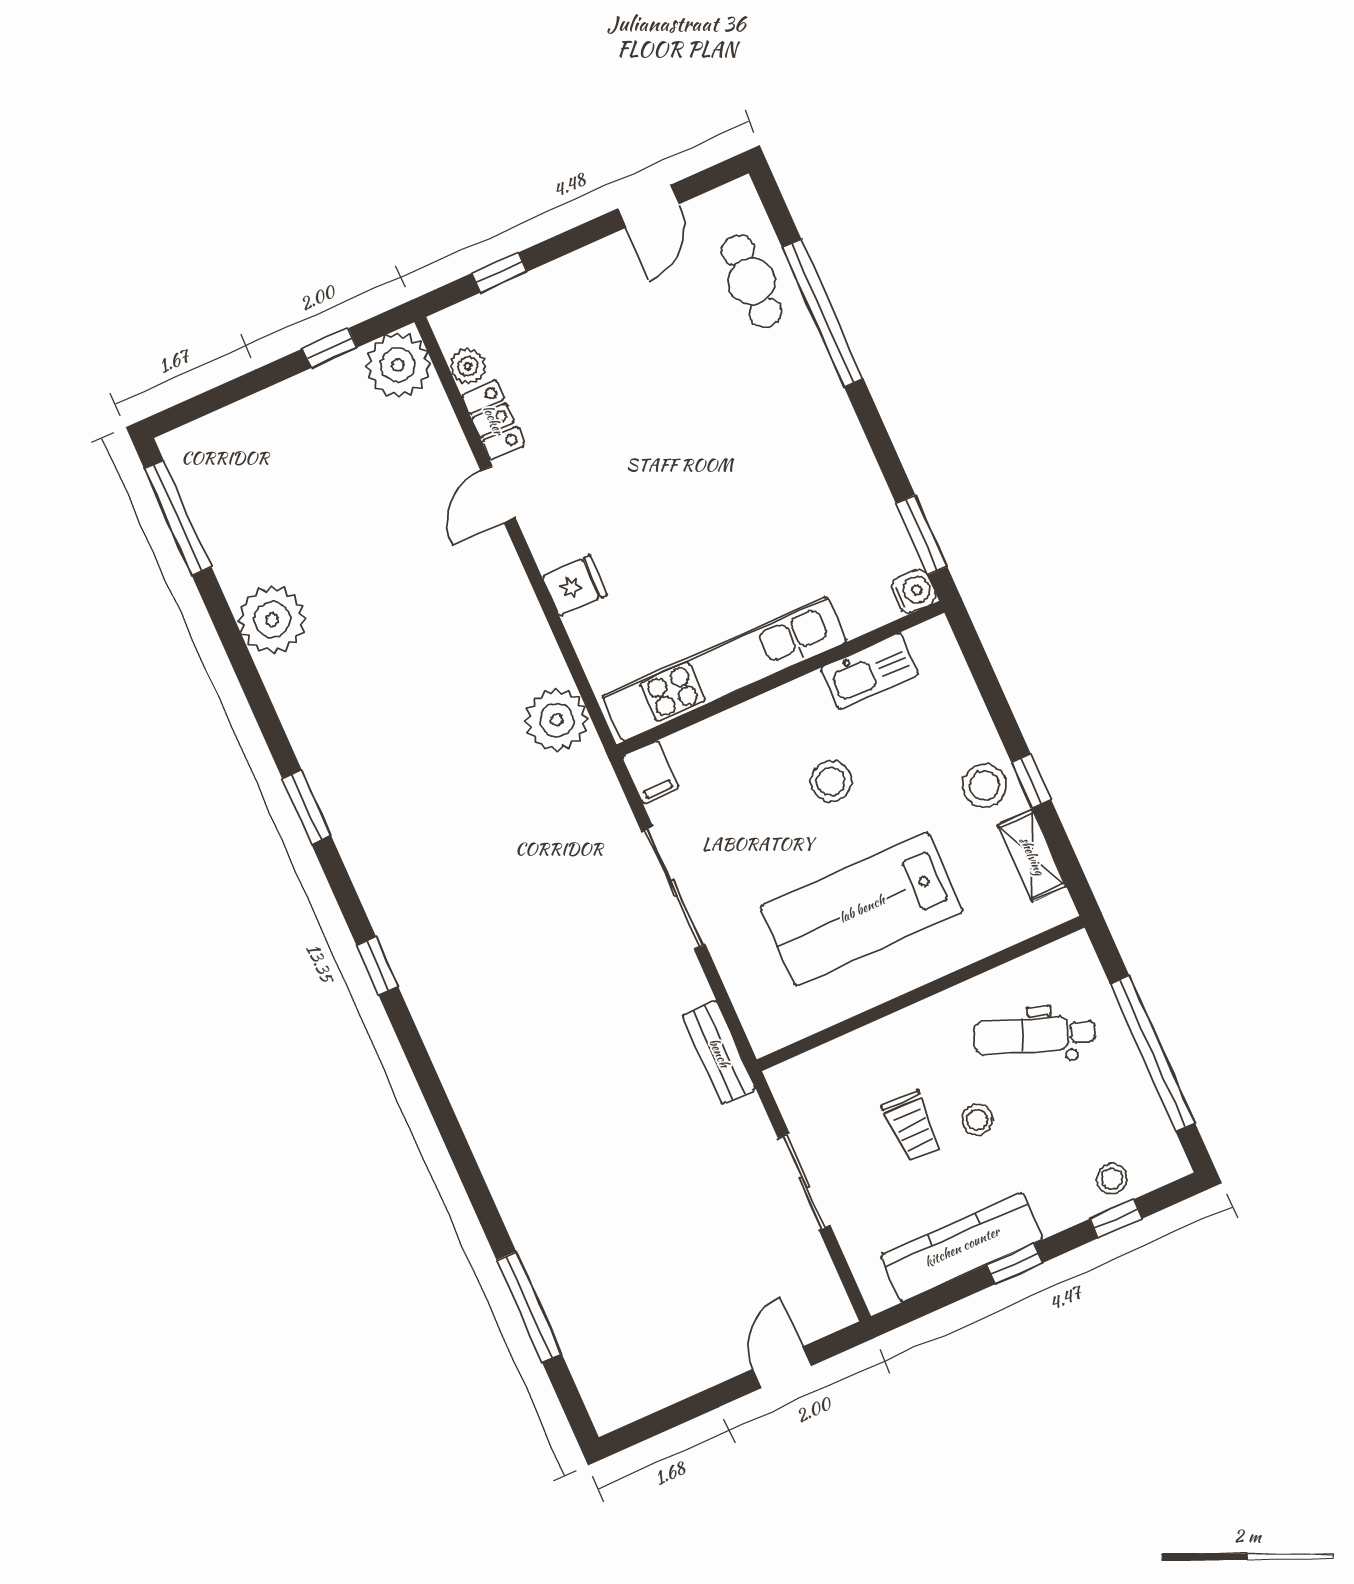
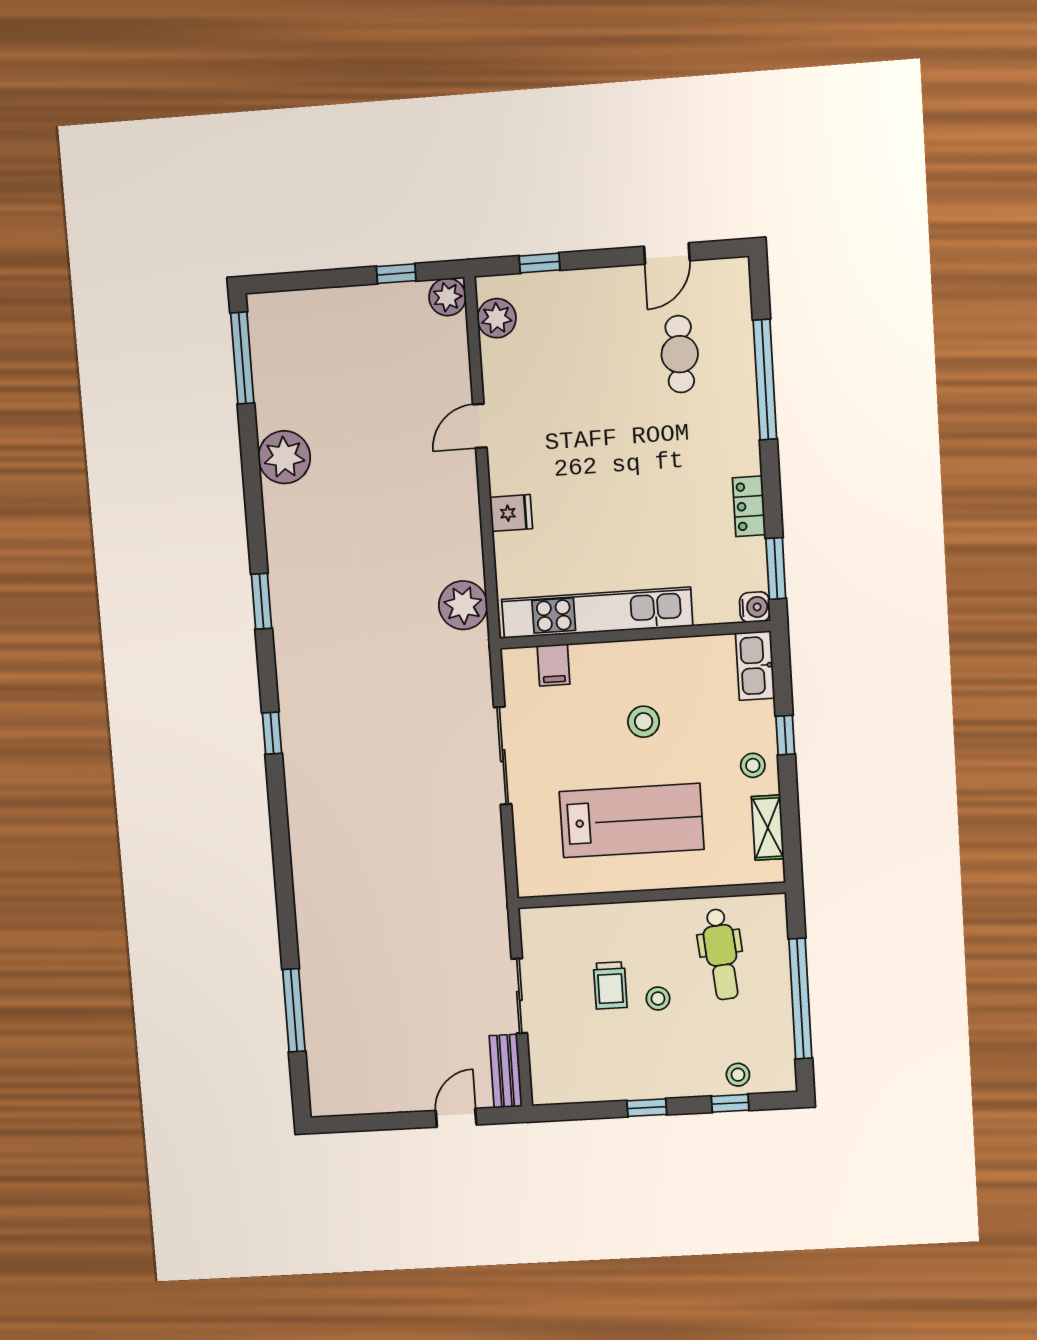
cafe table: (751, 281) -> (680, 354), moved
plant: (398, 365) -> (447, 297), width x0.73, depth x0.73
plant: (468, 366) -> (497, 318), width x1.38, depth x1.38
locker: (493, 420) -> (749, 506), moved, turned 180
kitchen sink: (870, 671) -> (755, 666), moved, turned 90
filing cabinet: (651, 772) -> (553, 665), moved
window: (1031, 781) -> (785, 735), moved
stool: (984, 785) -> (753, 765), width x0.73, depth x0.73
lab bench: (862, 909) -> (632, 821), turned 180
dental chair: (1034, 1035) -> (721, 954), turned -115
bench: (719, 1053) -> (506, 1071), moved
kitchen counter: (962, 1247) -> (614, 1082), removed

